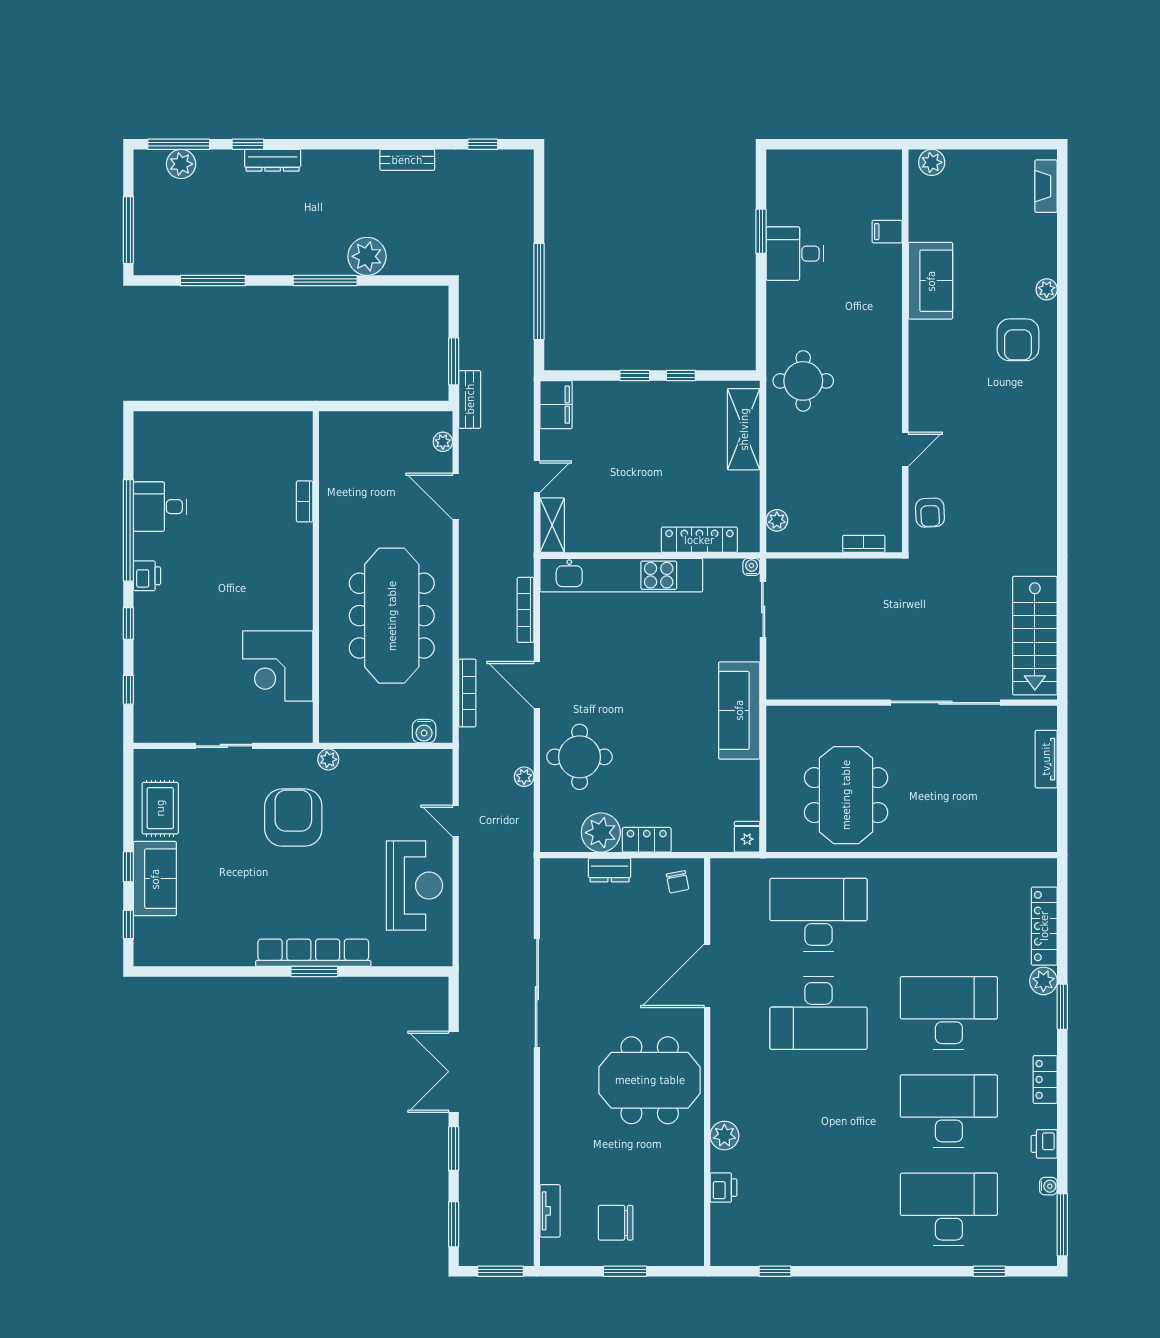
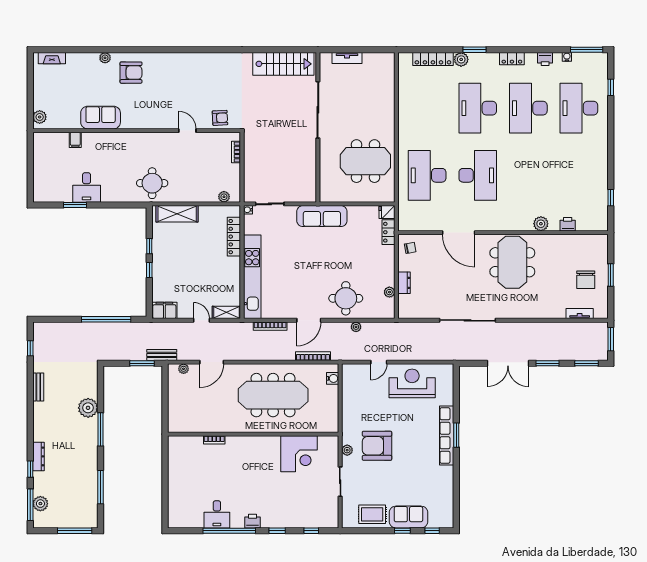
plant: (328, 759) -> (347, 450), moved
plant: (601, 833) -> (389, 292), width x0.53, depth x0.53
locker: (647, 840) -> (388, 232), moved

